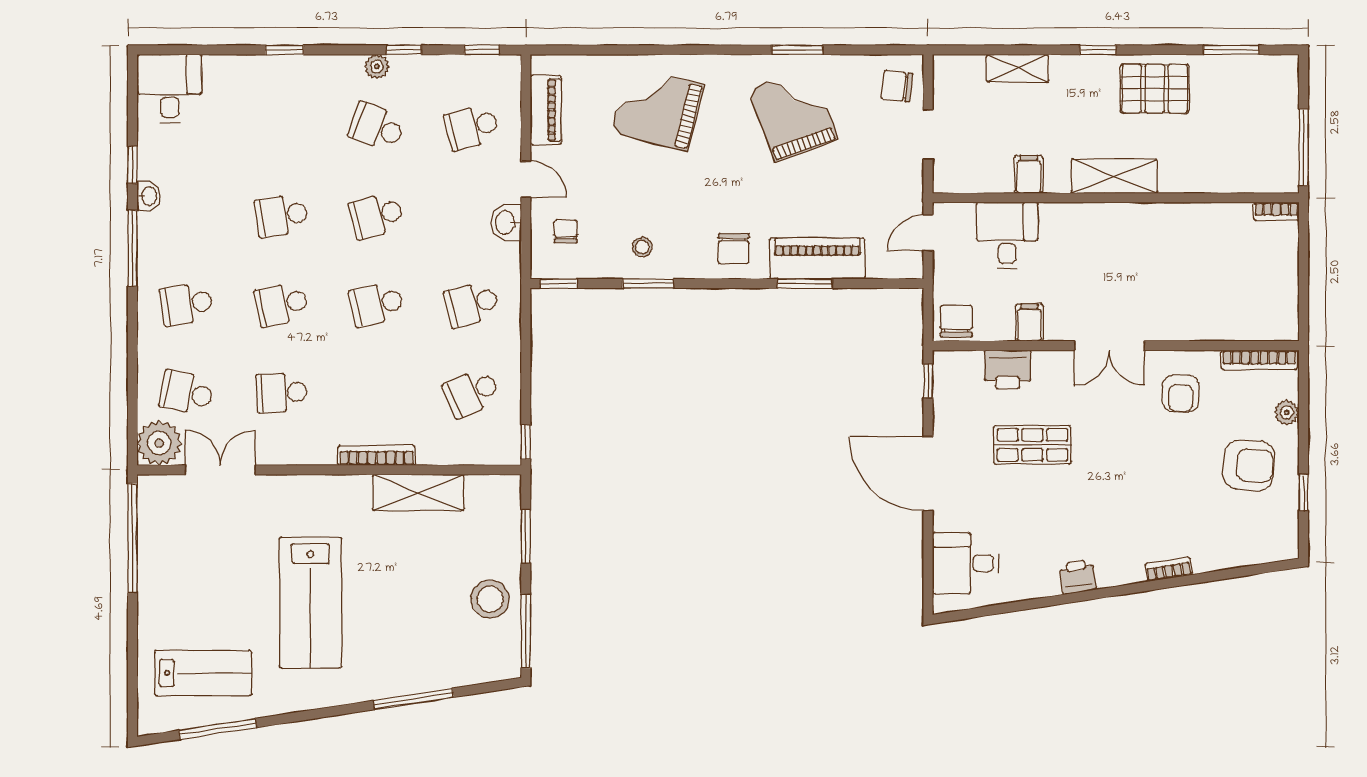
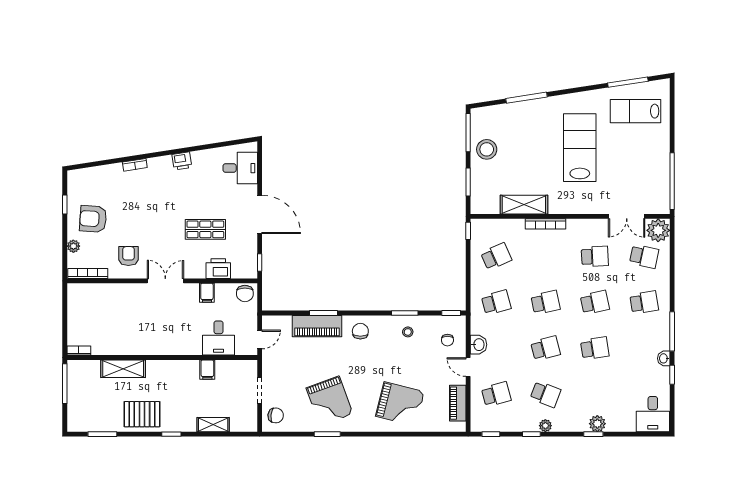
plant: (277, 70) -> (597, 424), added
shelving: (1114, 176) -> (123, 369), moved

